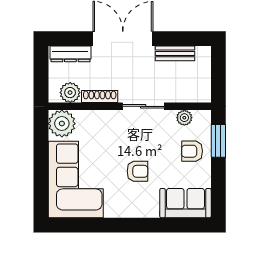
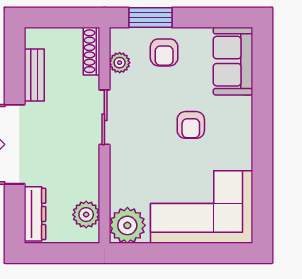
shoe rack: (100, 97) -> (91, 51), moved
armchair: (137, 171) -> (191, 125), turned 180

